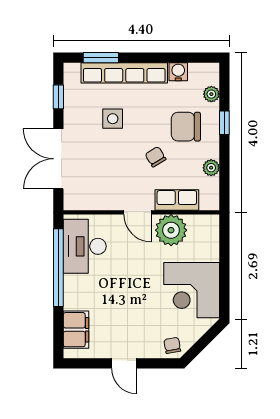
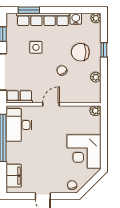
plant: (211, 94) -> (96, 18), moved
row of seats: (177, 200) -> (19, 97), moved
door: (137, 212) -> (51, 104), swing flipped
plant: (171, 230) -> (95, 111), moved, width x0.53, depth x0.53

